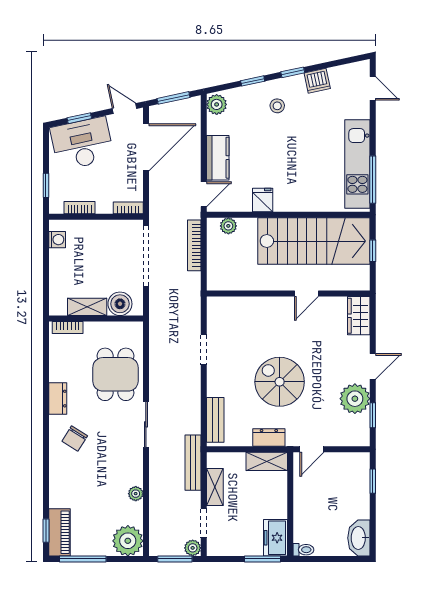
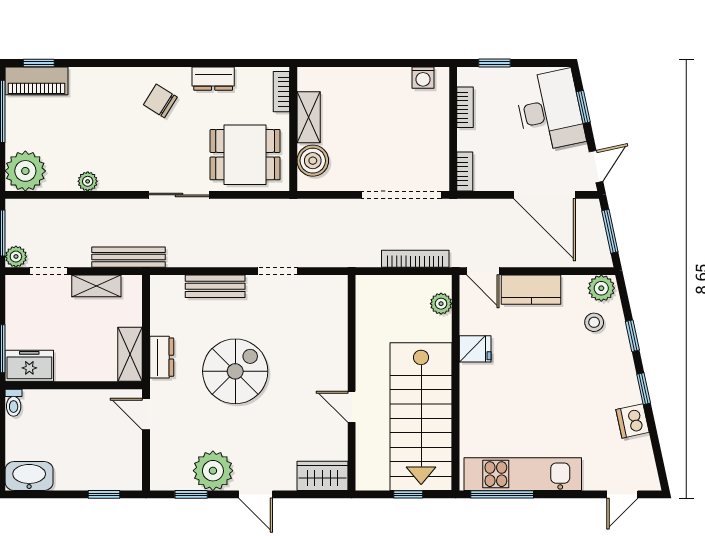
stool: (277, 106) -> (594, 322), moved
boiler: (120, 304) -> (313, 161), moved
shelving: (87, 307) -> (309, 117), moved
wall: (96, 319) -> (293, 129), moved
bookcase: (68, 328) -> (281, 92), moved
bench: (215, 420) -> (215, 286), moved

